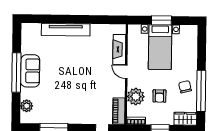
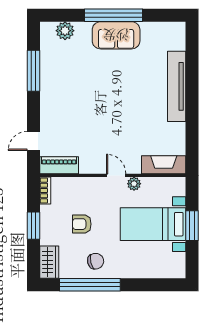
fireplace: (119, 49) -> (164, 165), moved
door: (126, 72) -> (116, 175), hinge flipped
plant: (136, 97) -> (134, 184), moved, width x0.53, depth x0.53

